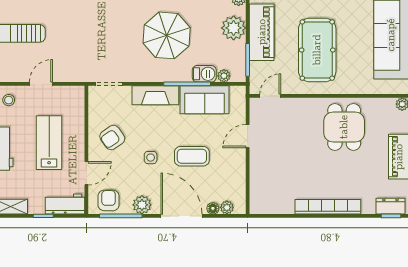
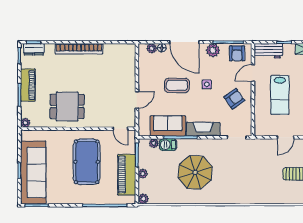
plant: (234, 28) -> (143, 174), width x0.53, depth x0.53
door: (270, 96) -> (120, 129), hinge flipped
dining table: (344, 127) -> (67, 106), turned 90

